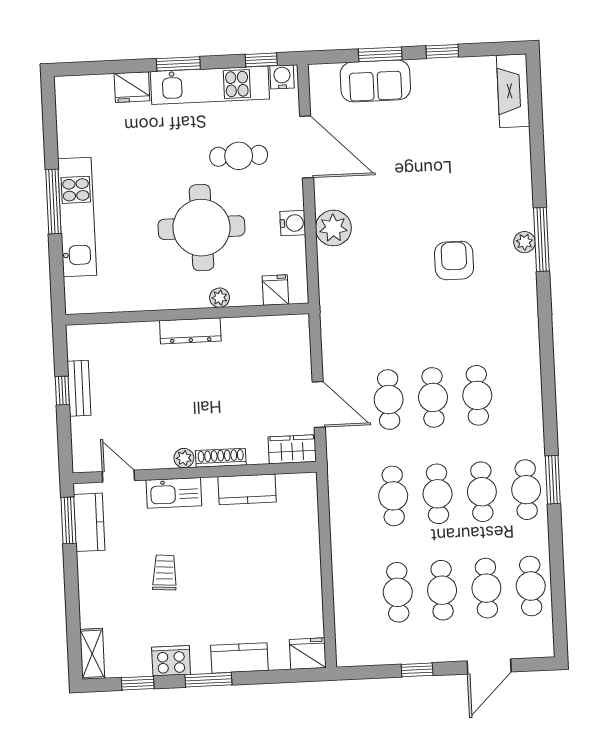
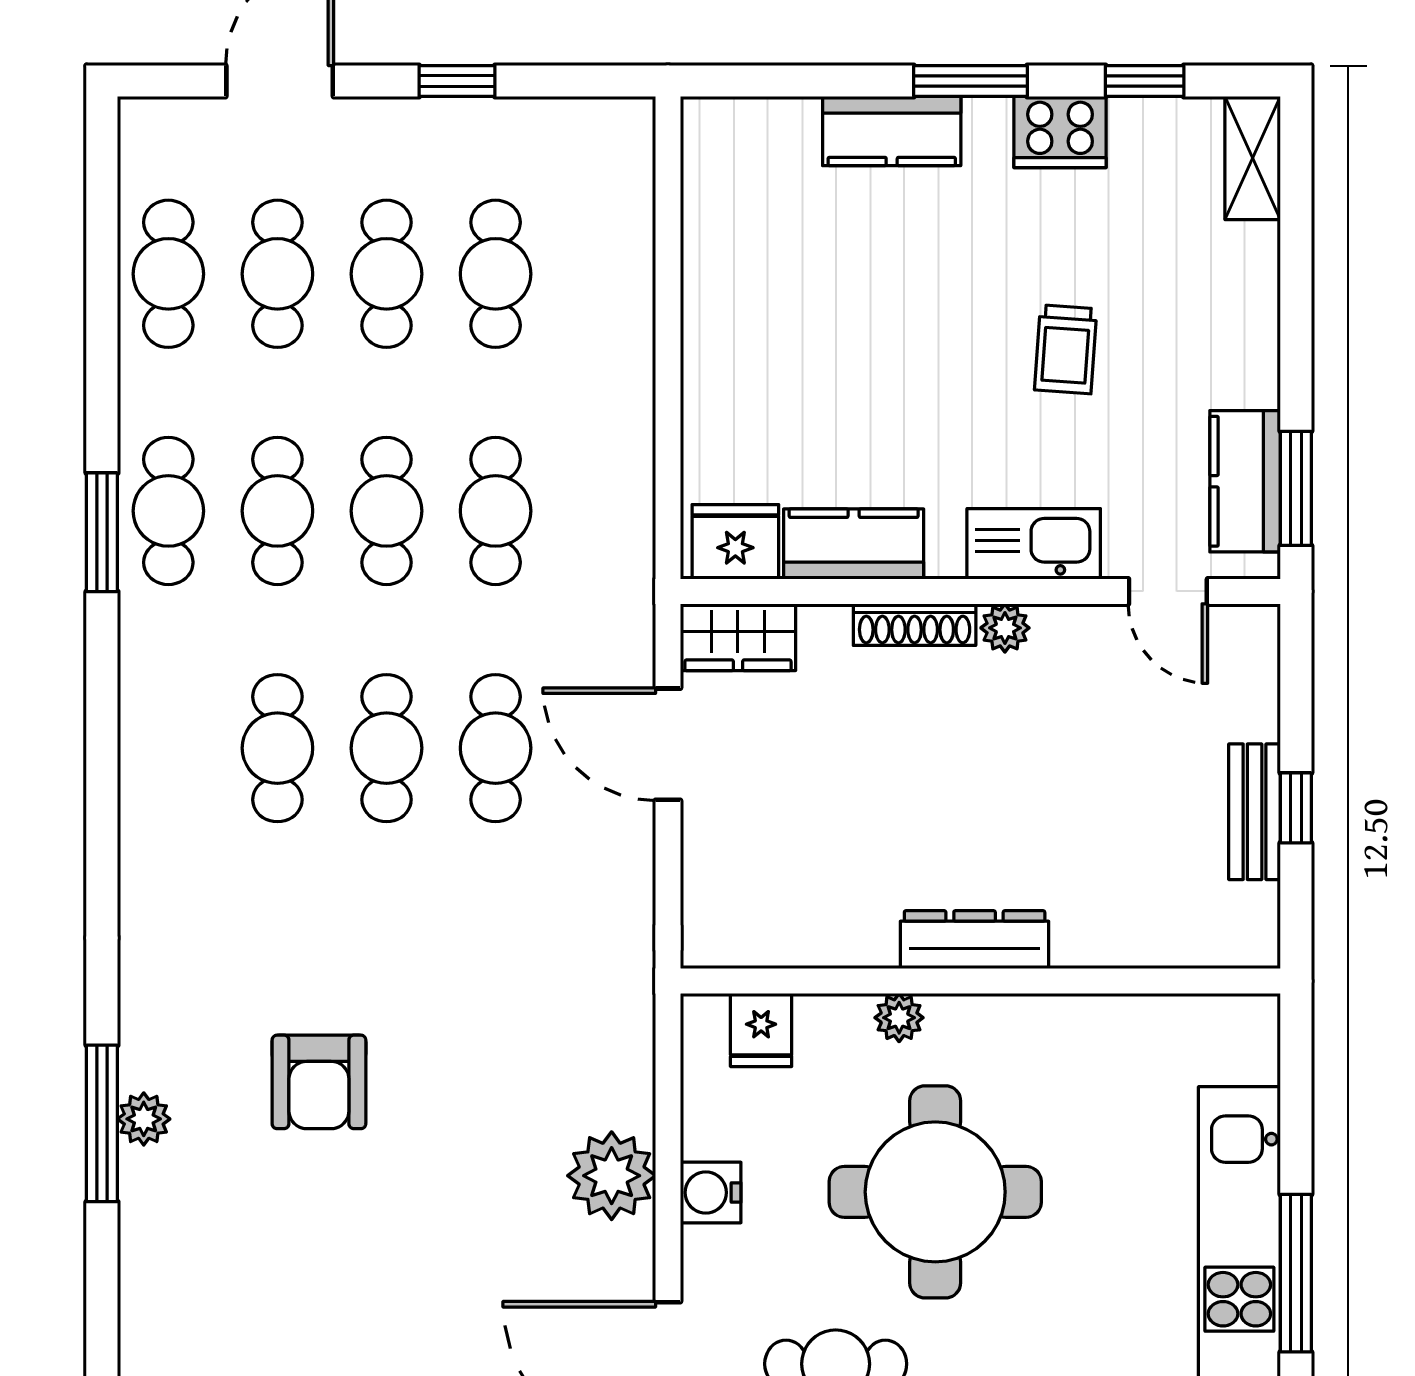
fridge: (308, 654) -> (735, 542), moved, turned 180

